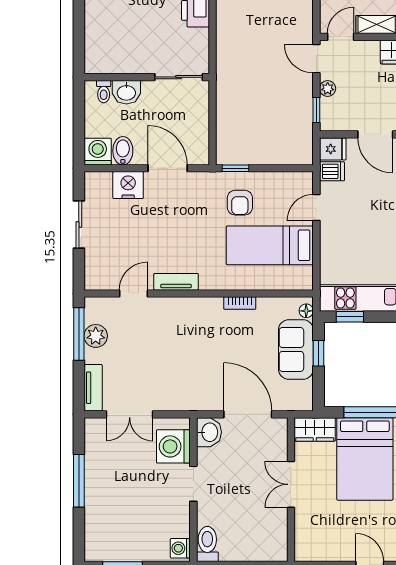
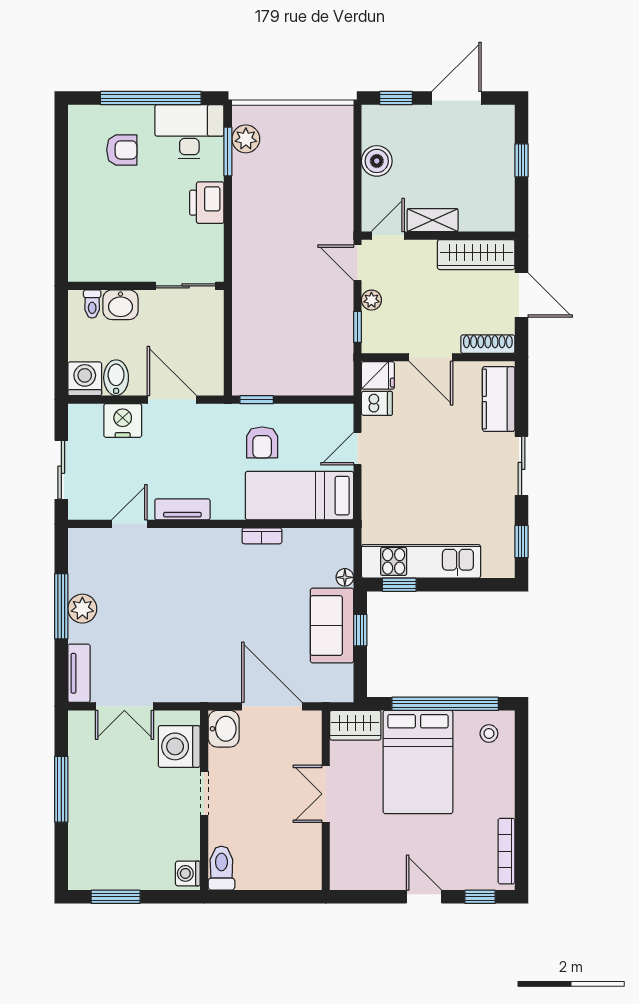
tv unit: (176, 282) -> (182, 509), moved
door: (133, 293) -> (129, 524), moved
wall: (199, 293) -> (211, 524), moved
bookcase: (240, 303) -> (262, 536), moved

